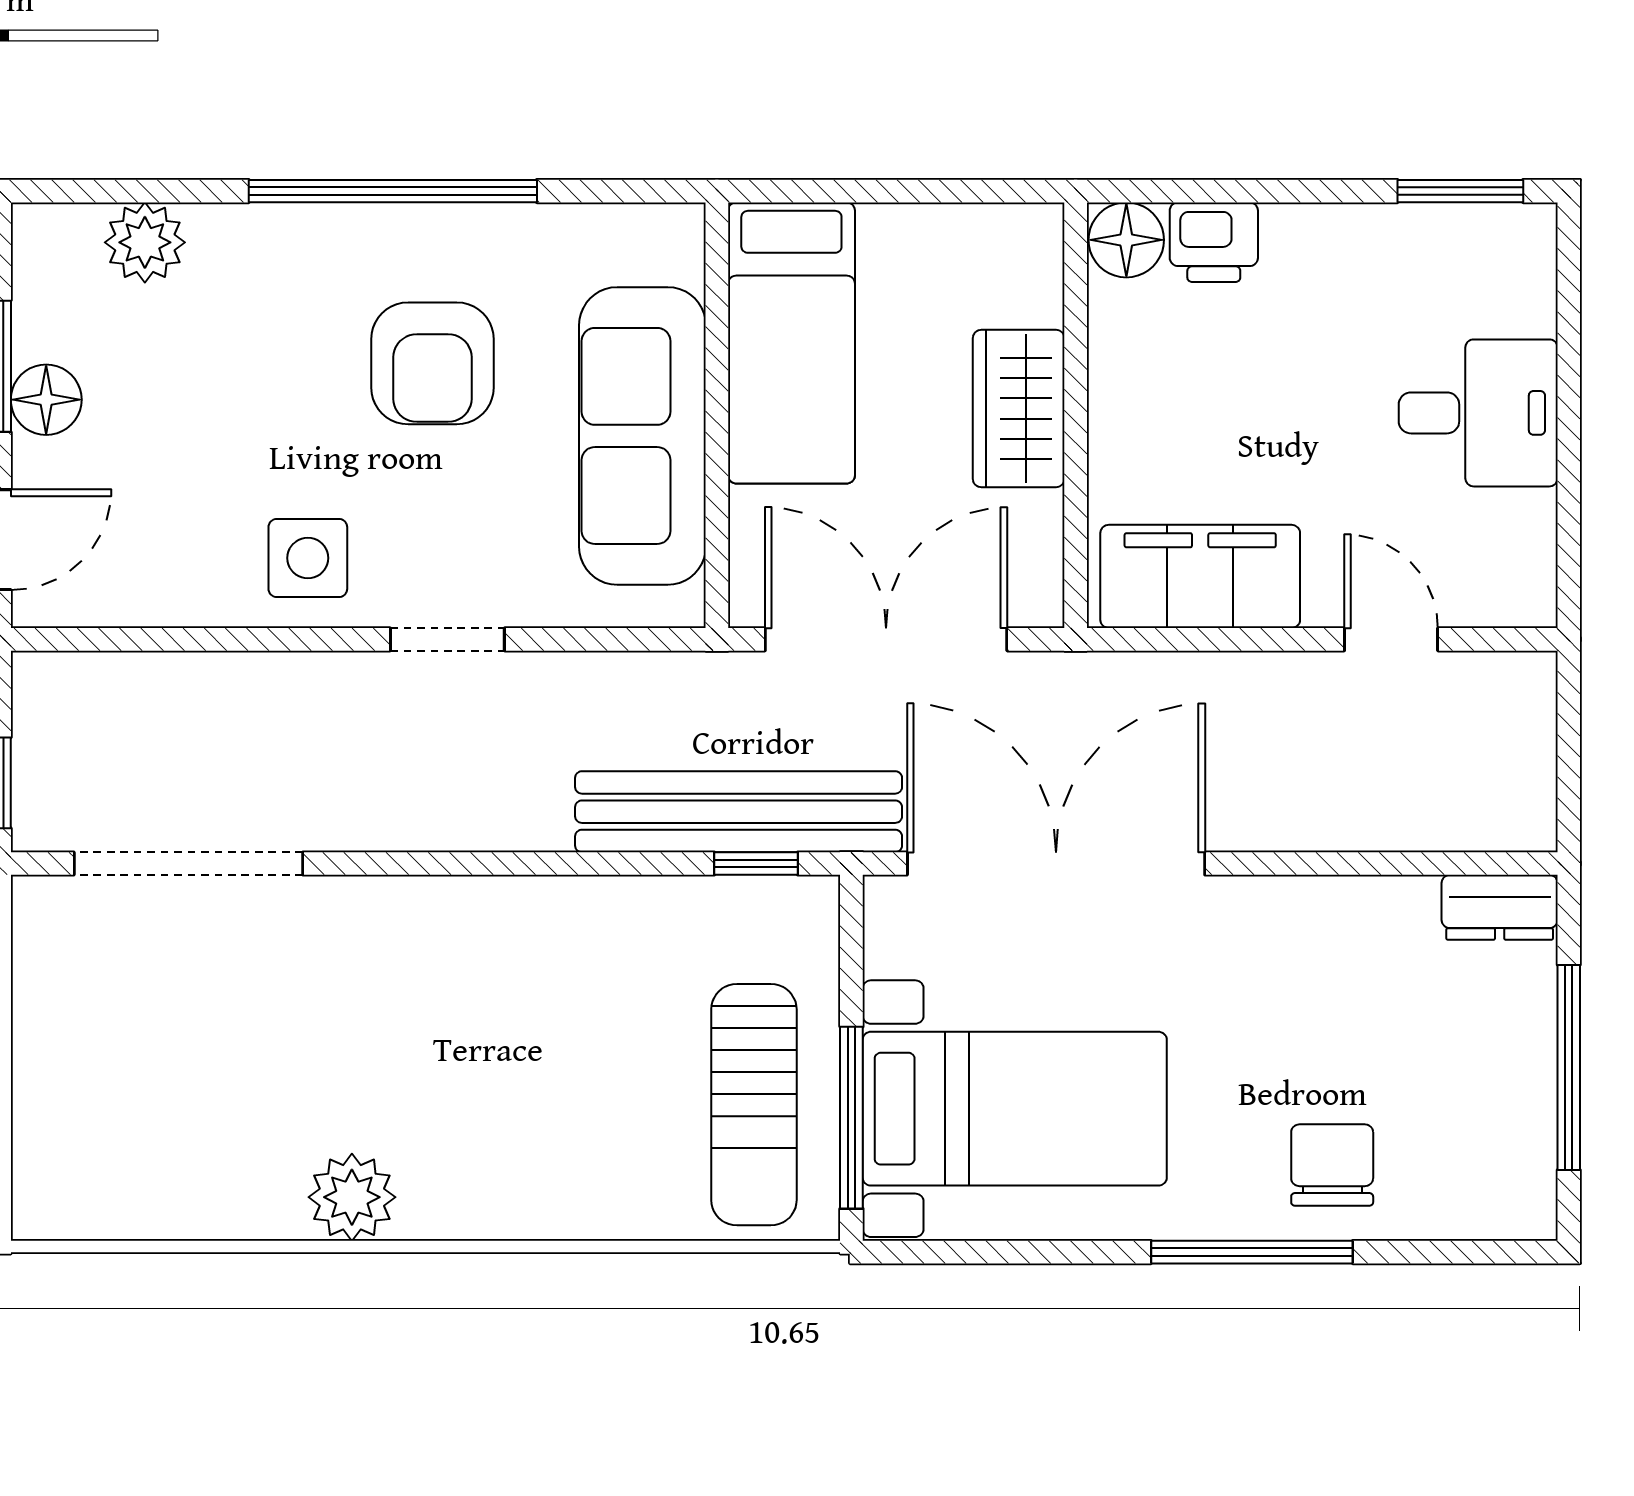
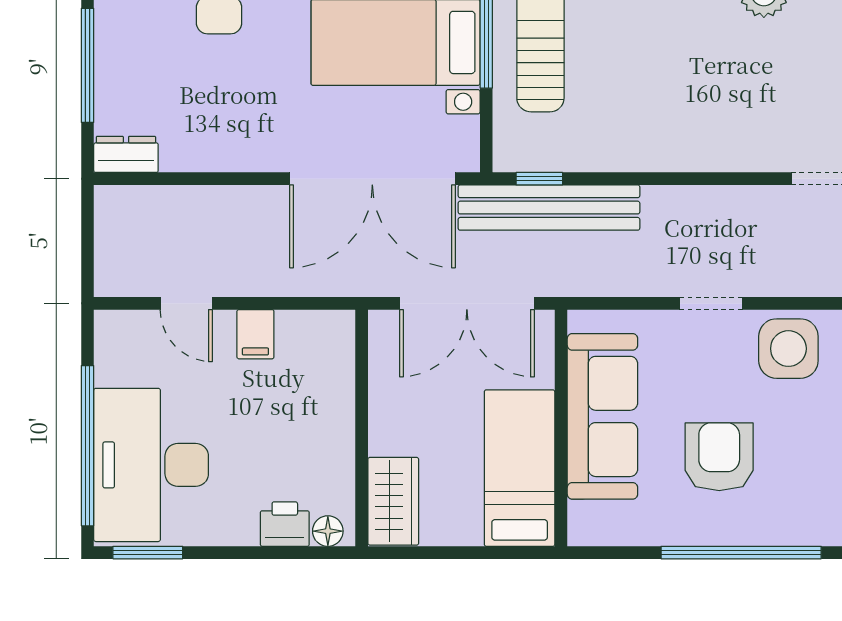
floor lamp: (1126, 240) -> (328, 531), width x0.73, depth x0.73
window: (1569, 383) -> (88, 446), added
wardrobe: (1019, 409) -> (393, 501), moved
desk: (1478, 413) -> (151, 465), width x1.87, depth x1.30
side table: (308, 558) -> (788, 349), width x1.37, depth x1.37
filing cabinet: (1200, 576) -> (255, 334), width x0.33, depth x0.86

